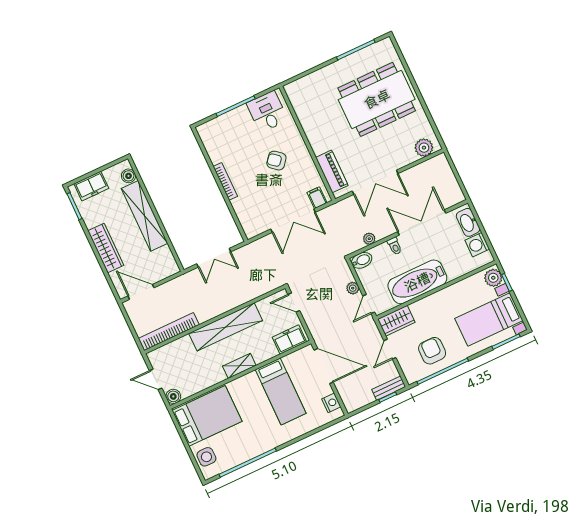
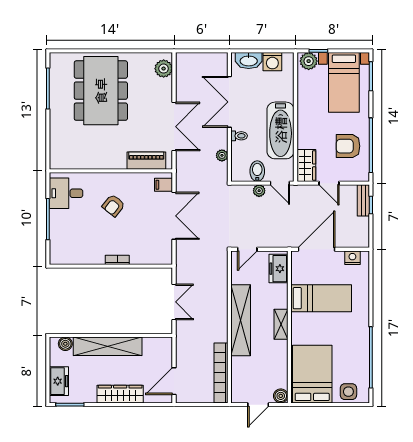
bookcase: (225, 181) -> (117, 260), width x0.64
bidet: (362, 260) -> (257, 171), moved

